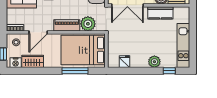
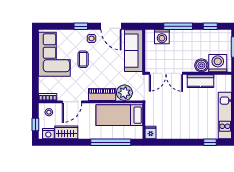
bed: (83, 50) -> (119, 115), width x0.67
fridge: (125, 62) -> (151, 133), moved
plant: (154, 62) -> (194, 133), removed
window: (75, 71) -> (111, 142), width x1.46

